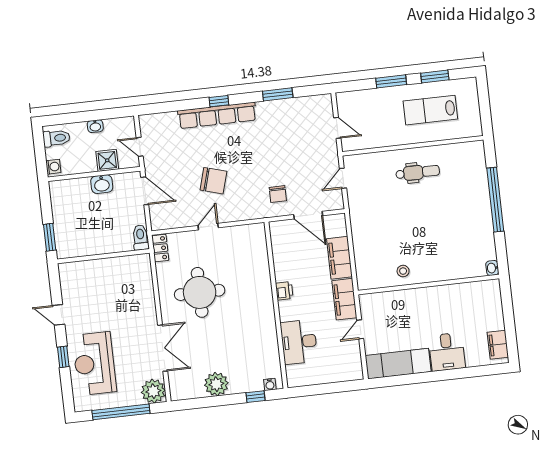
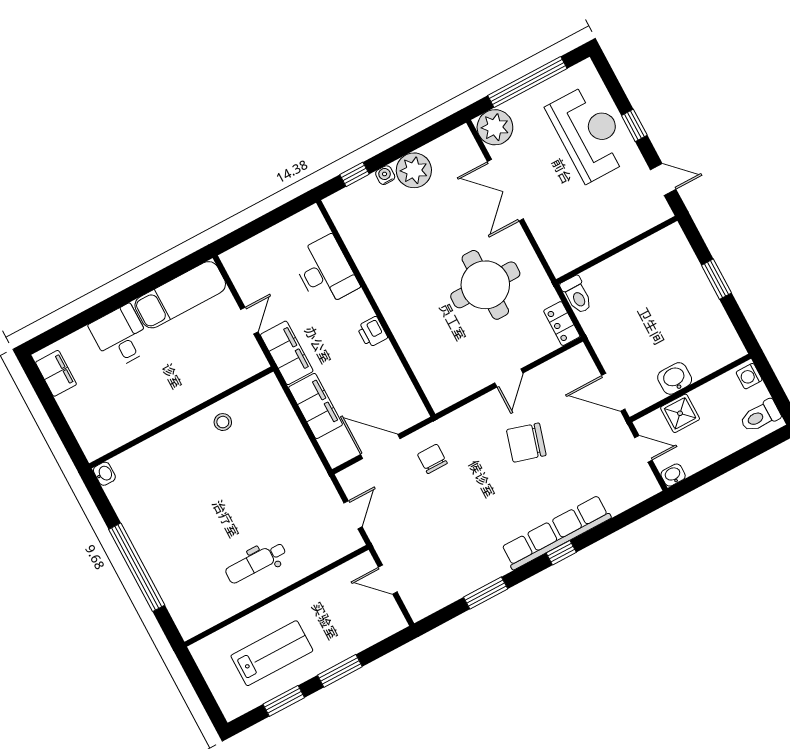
washbasin: (95, 126) -> (673, 475), moved
toilet: (141, 237) -> (577, 295), moved
wall: (103, 256) -> (617, 250), moved
water cooler: (270, 384) -> (385, 175), moved

